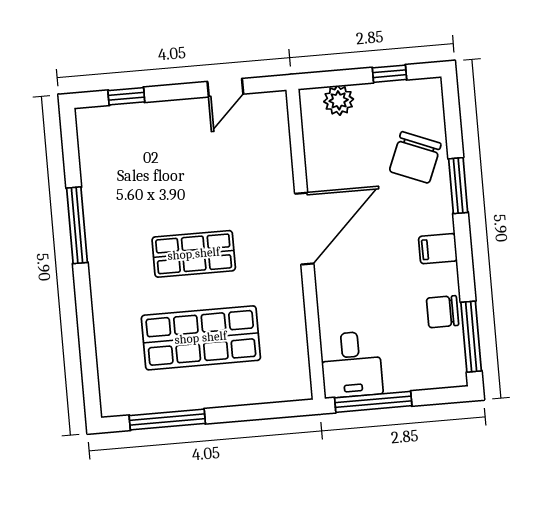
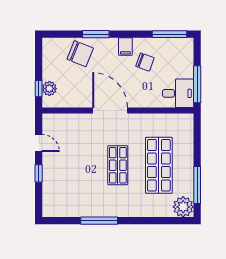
window: (389, 74) -> (39, 89), moved
window: (126, 96) -> (39, 173), moved
chair: (443, 312) -> (145, 62), moved, turned -70
plant: (120, 395) -> (183, 207), added

